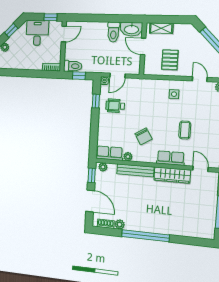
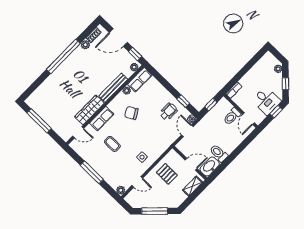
window: (51, 17) -> (276, 112), moved
toilet: (73, 66) -> (232, 116), moved

